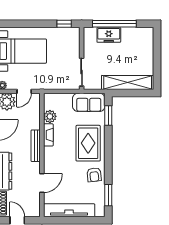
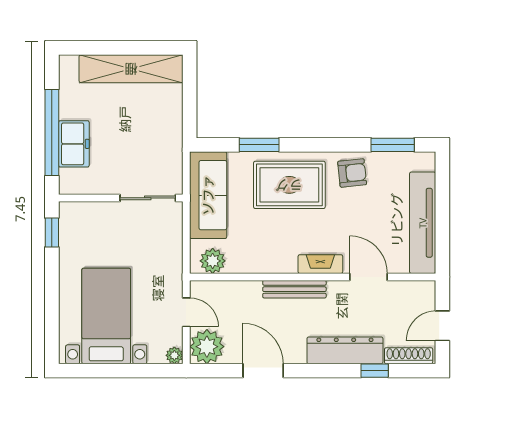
shelving: (128, 83) -> (131, 69), moved, turned 90
sofa: (89, 102) -> (208, 195), width x1.36
window: (108, 115) -> (259, 145), moved
plant: (50, 116) -> (213, 261), moved
fireplace: (48, 135) -> (320, 264), moved

